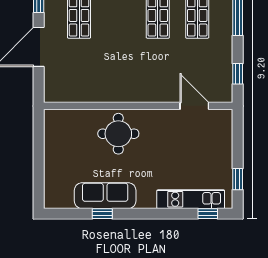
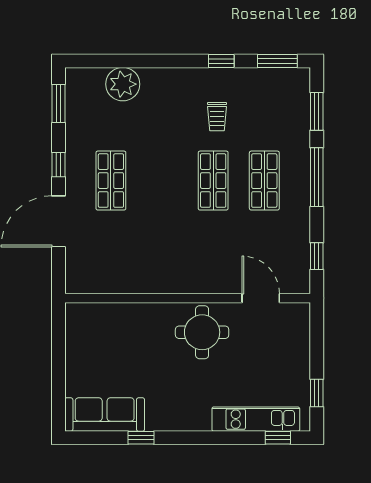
round table: (118, 134) -> (202, 332), moved
sofa: (105, 196) -> (105, 415), moved

